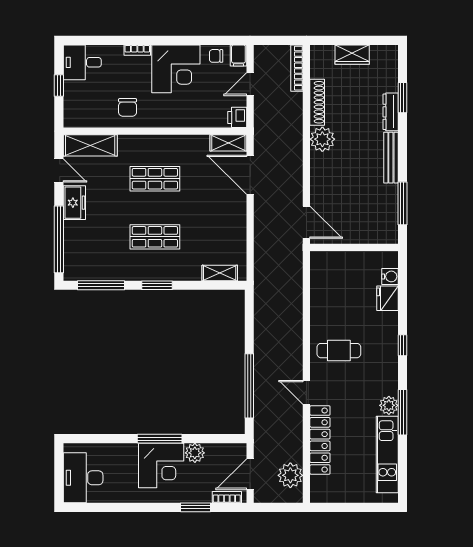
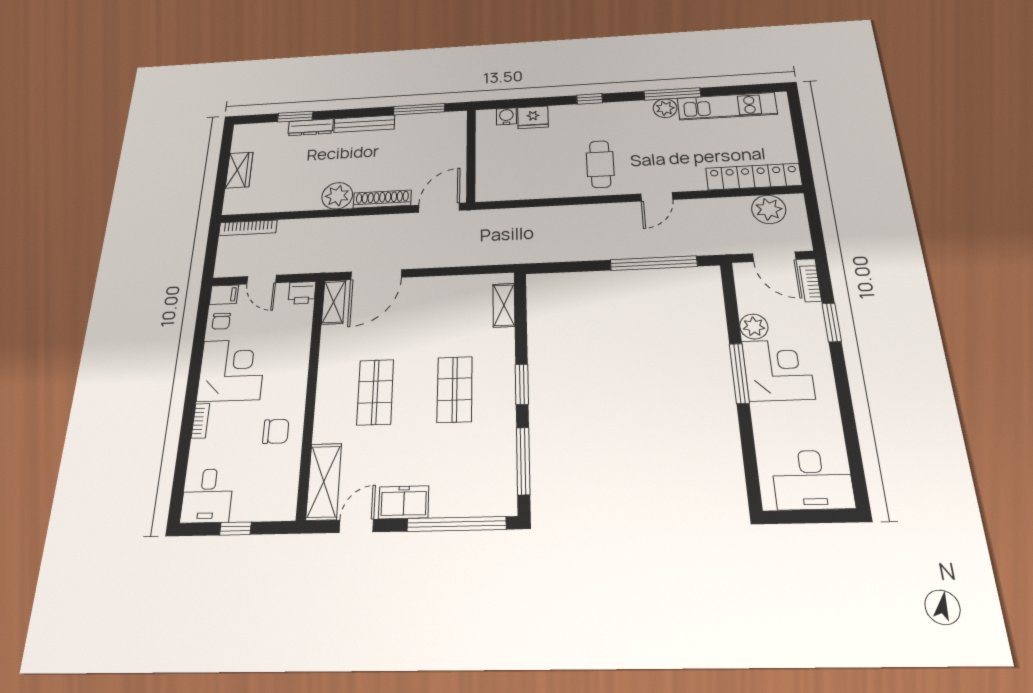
shoe rack: (317, 102) -> (382, 199), moved
locker: (320, 440) -> (754, 177), moved

